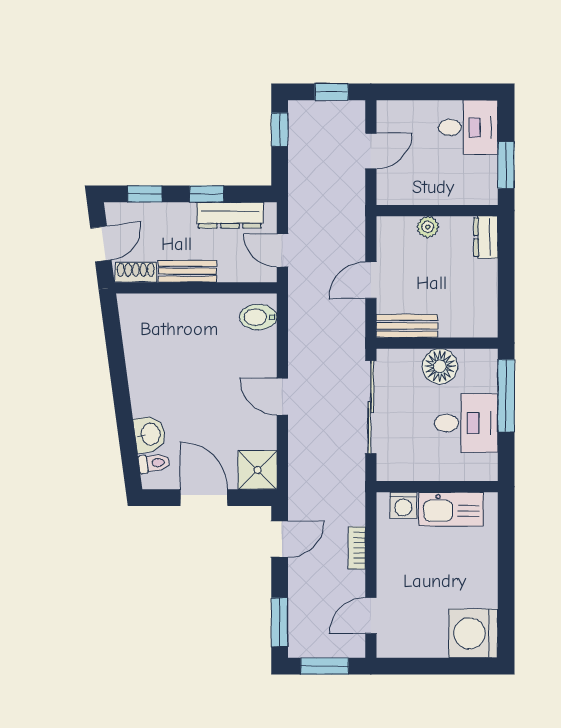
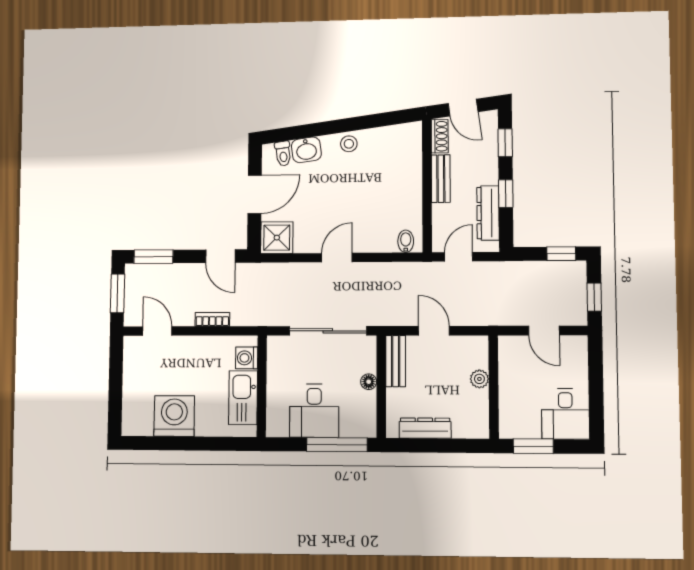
dresser: (486, 237) -> (425, 428), moved, width x1.44
bidet: (258, 317) -> (406, 241), width x0.72, depth x0.74
floor lamp: (440, 366) -> (369, 382), width x0.53, depth x0.53
stool: (143, 382) -> (349, 144), added
washing machine: (473, 633) -> (174, 416), moved

